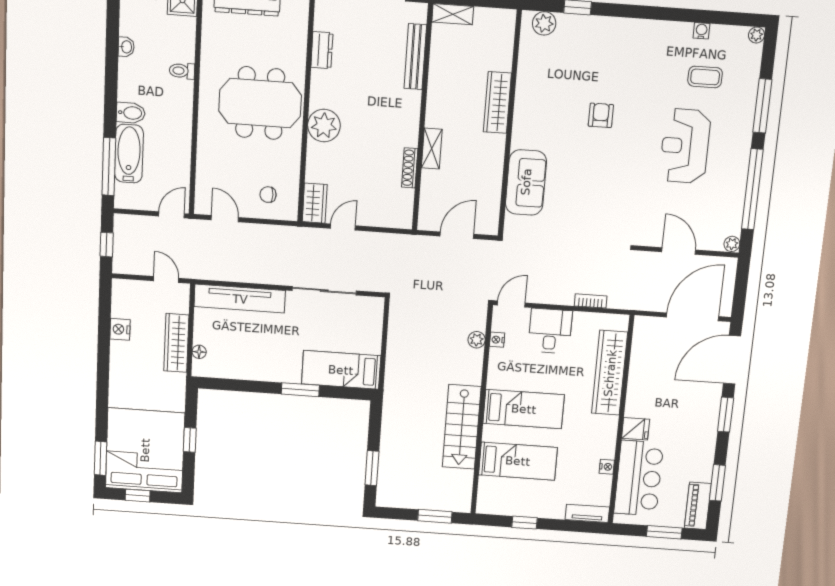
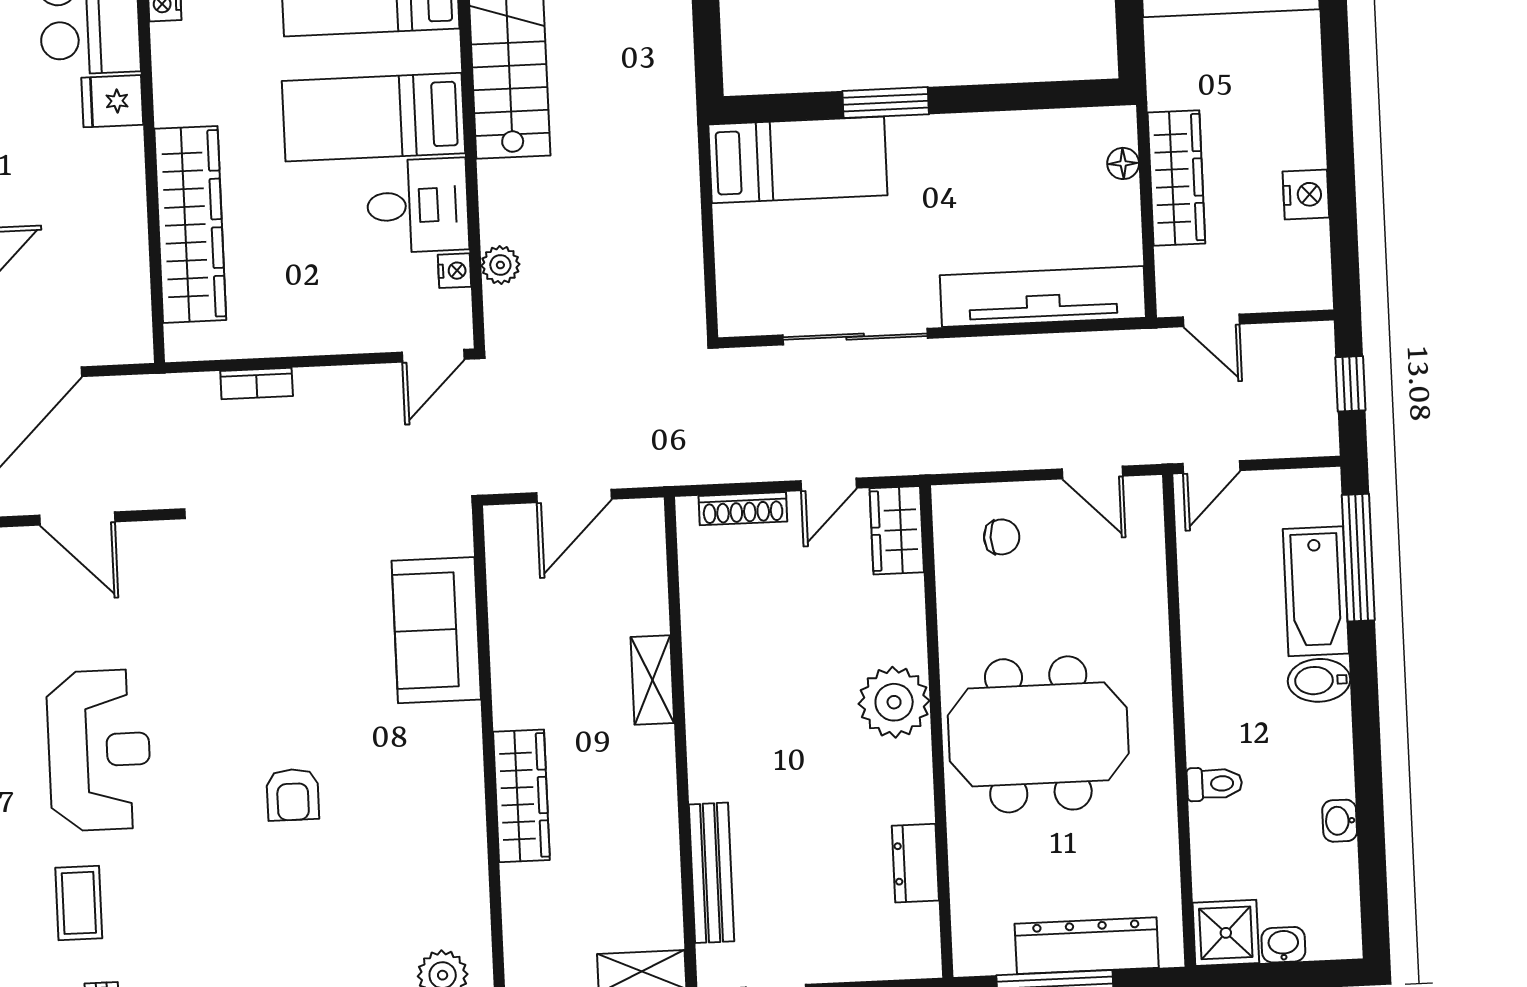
coffee table: (705, 77) -> (79, 903), turned 90
shoe rack: (410, 168) -> (743, 509), moved, turned 90
desk: (550, 331) -> (418, 206), moved, turned -90

